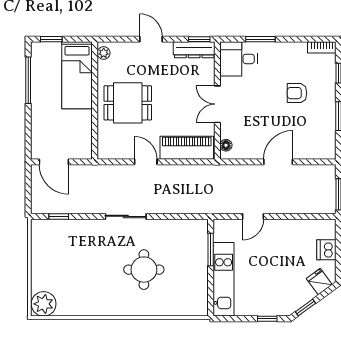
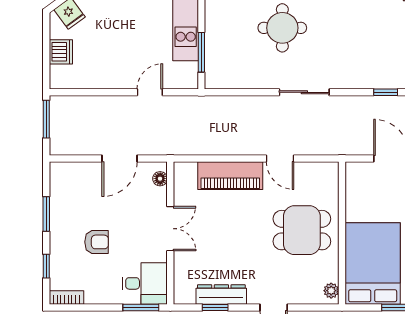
desk: (239, 59) -> (145, 283), moved
bed: (77, 75) -> (373, 264), width x1.50
wall: (217, 101) -> (170, 233), moved
double door: (217, 104) -> (170, 229), moved
floor lamp: (226, 145) -> (160, 179), moved

